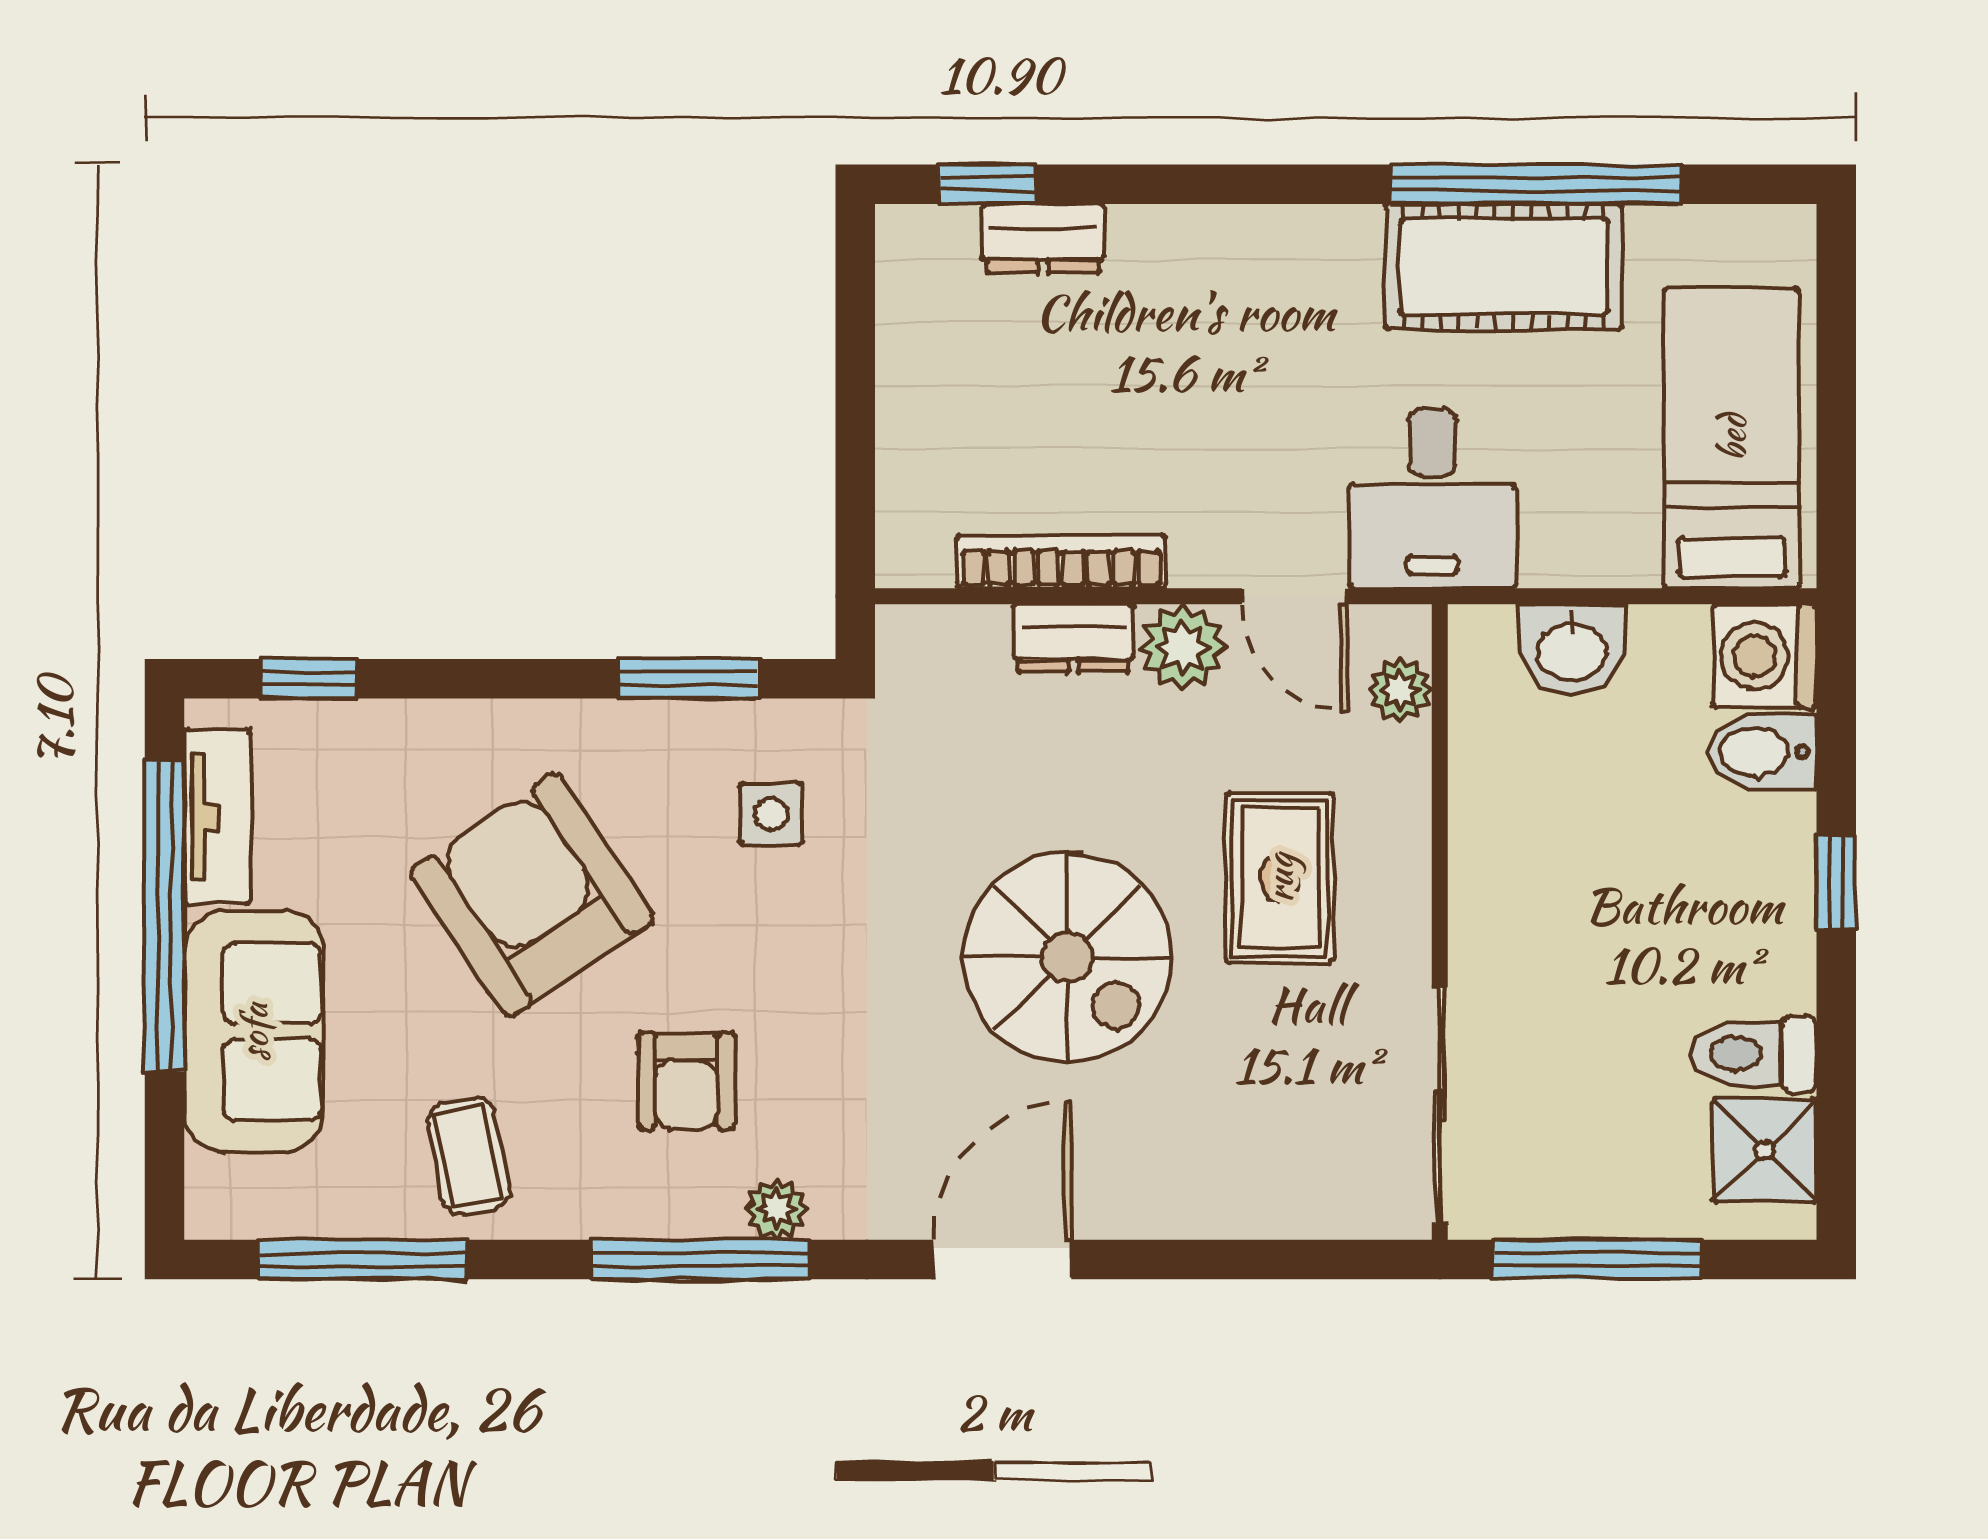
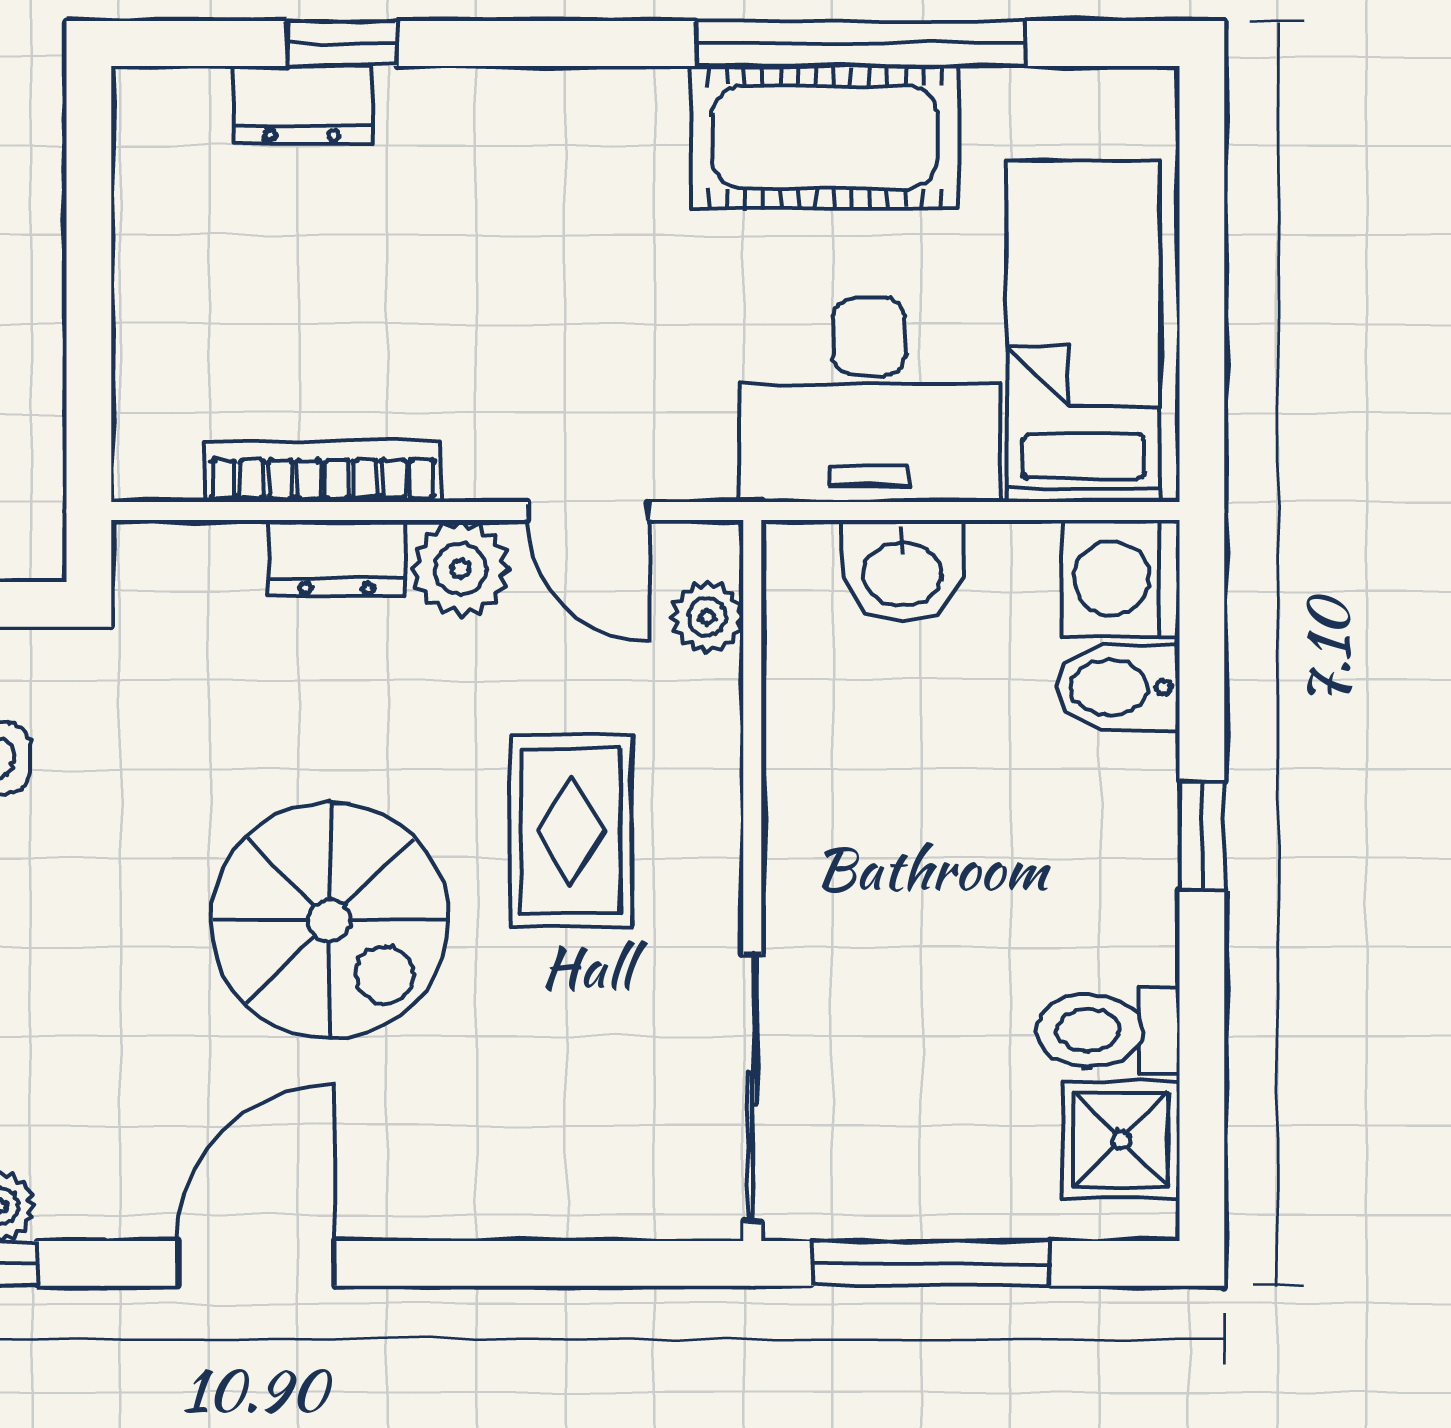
window: (987, 184) -> (342, 44), moved
desk: (1433, 498) -> (869, 400), moved, width x1.37

